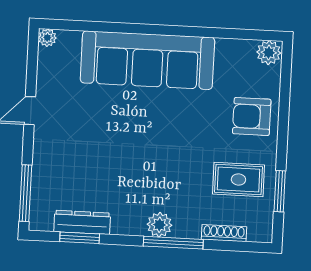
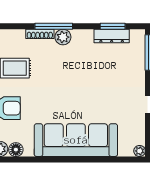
floor lamp: (244, 50) -> (16, 150), added
shoe rack: (224, 233) -> (40, 34), moved

